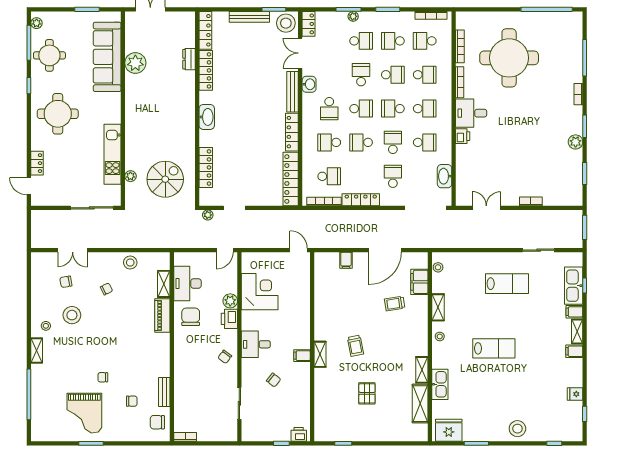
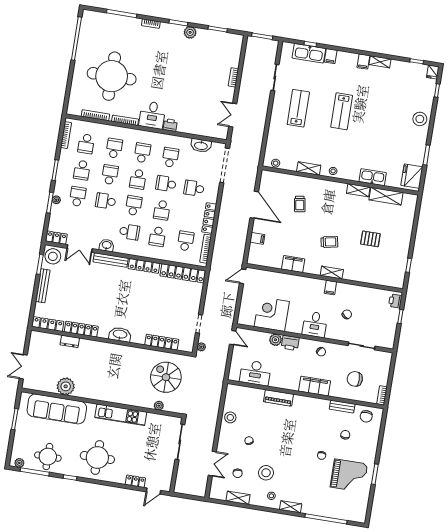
kitchen unit: (112, 154) -> (121, 415), moved
filing cabinet: (419, 282) -> (293, 264), moved, turned 180
shelving: (164, 284) -> (238, 498), moved
chair: (191, 317) -> (355, 379), moved
shelving: (577, 331) -> (380, 62), moved
lab bench: (494, 348) -> (342, 111), moved, turned 180
filing cabinet: (183, 356) -> (315, 386), added
fridge: (575, 394) -> (433, 72), moved

